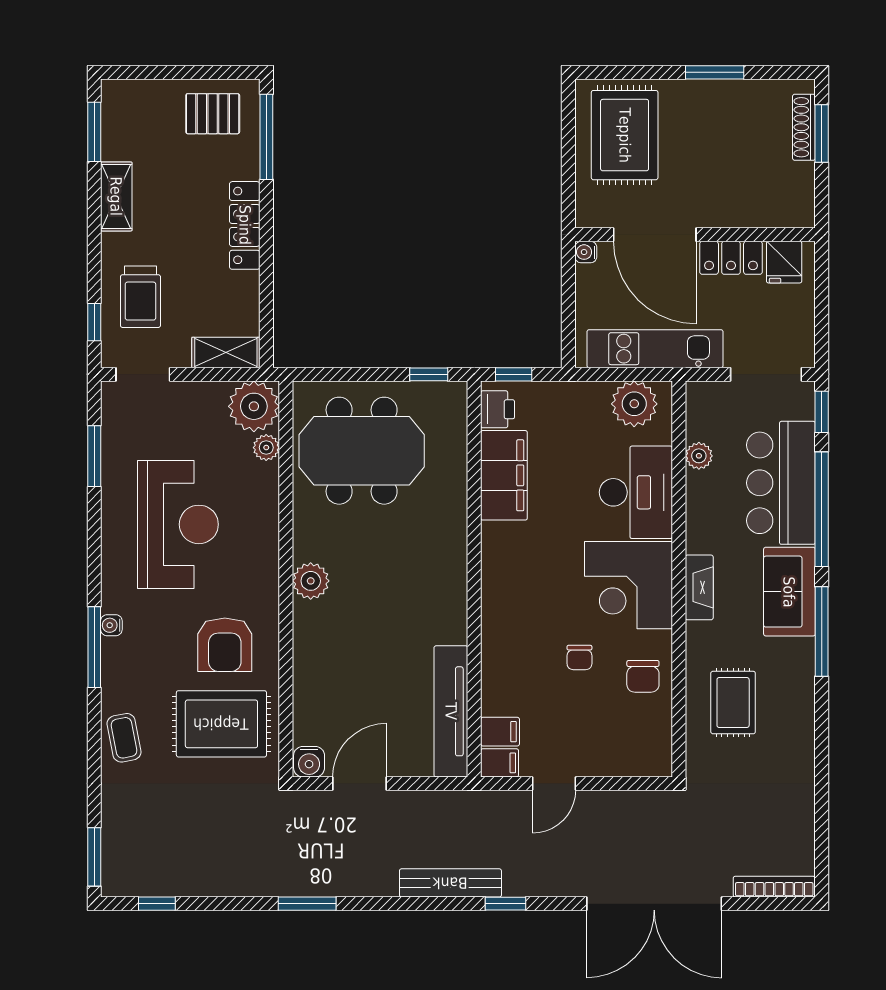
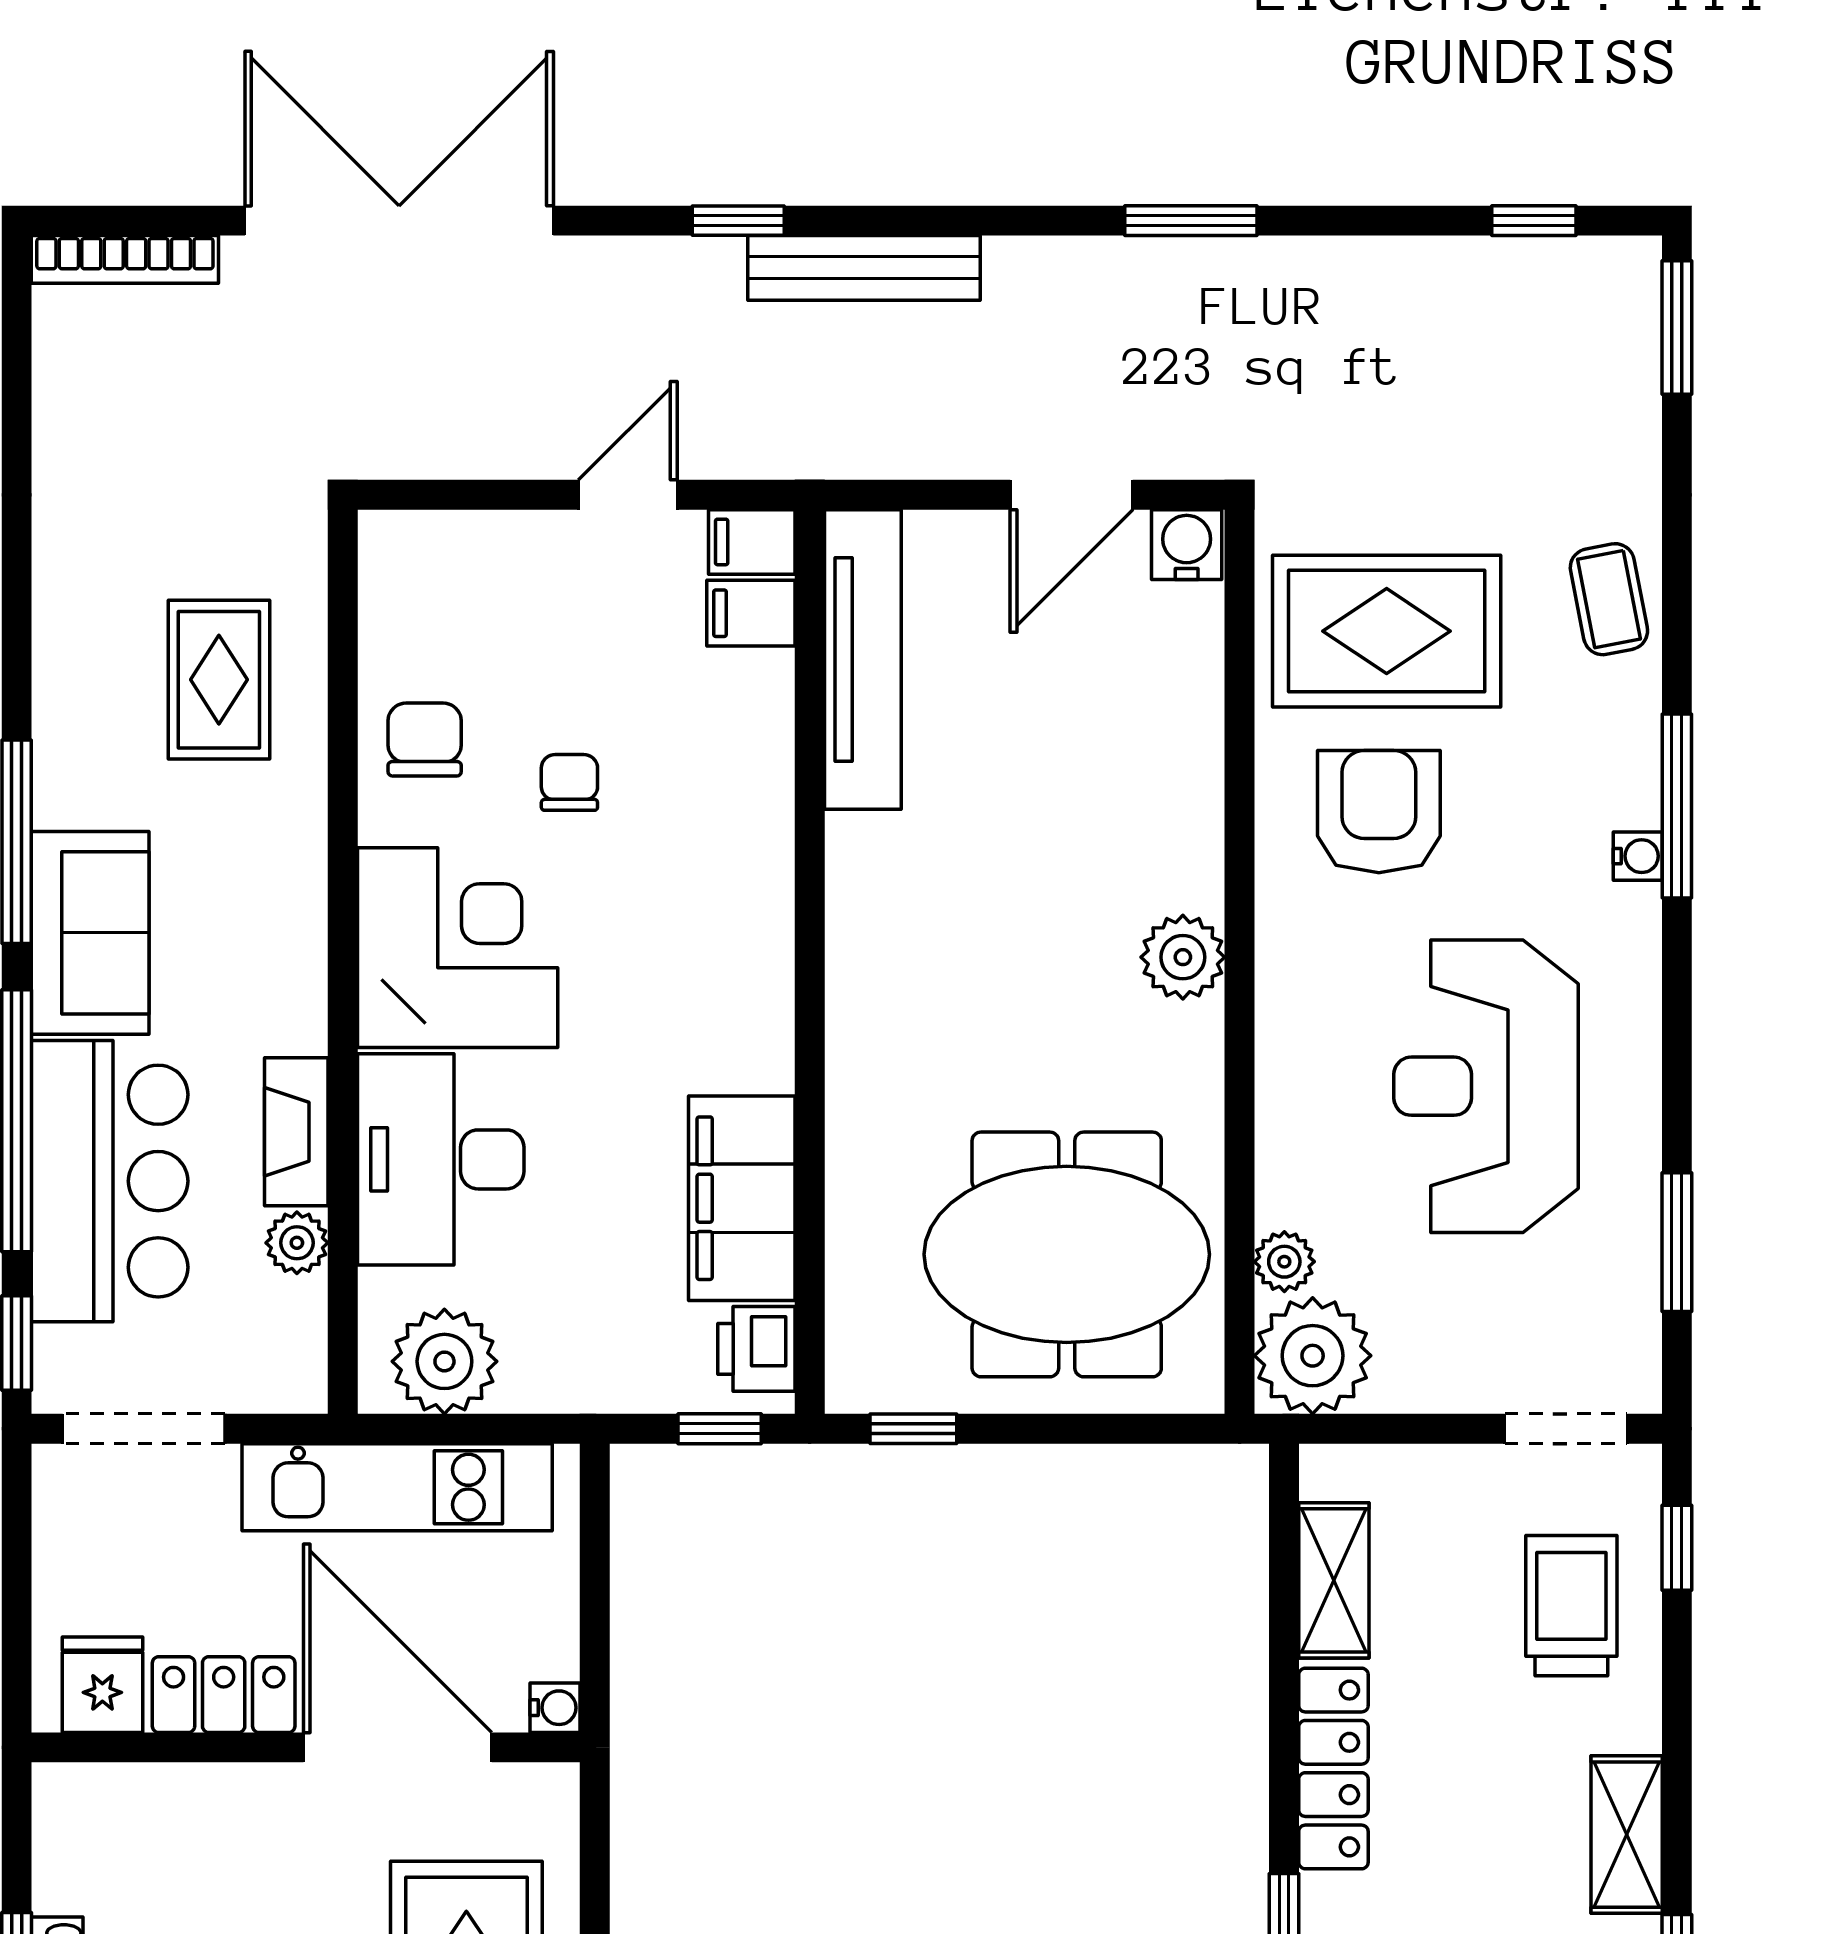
shelving: (226, 353) -> (1334, 1580), moved, turned 90
fireplace: (699, 587) -> (296, 1132), moved

